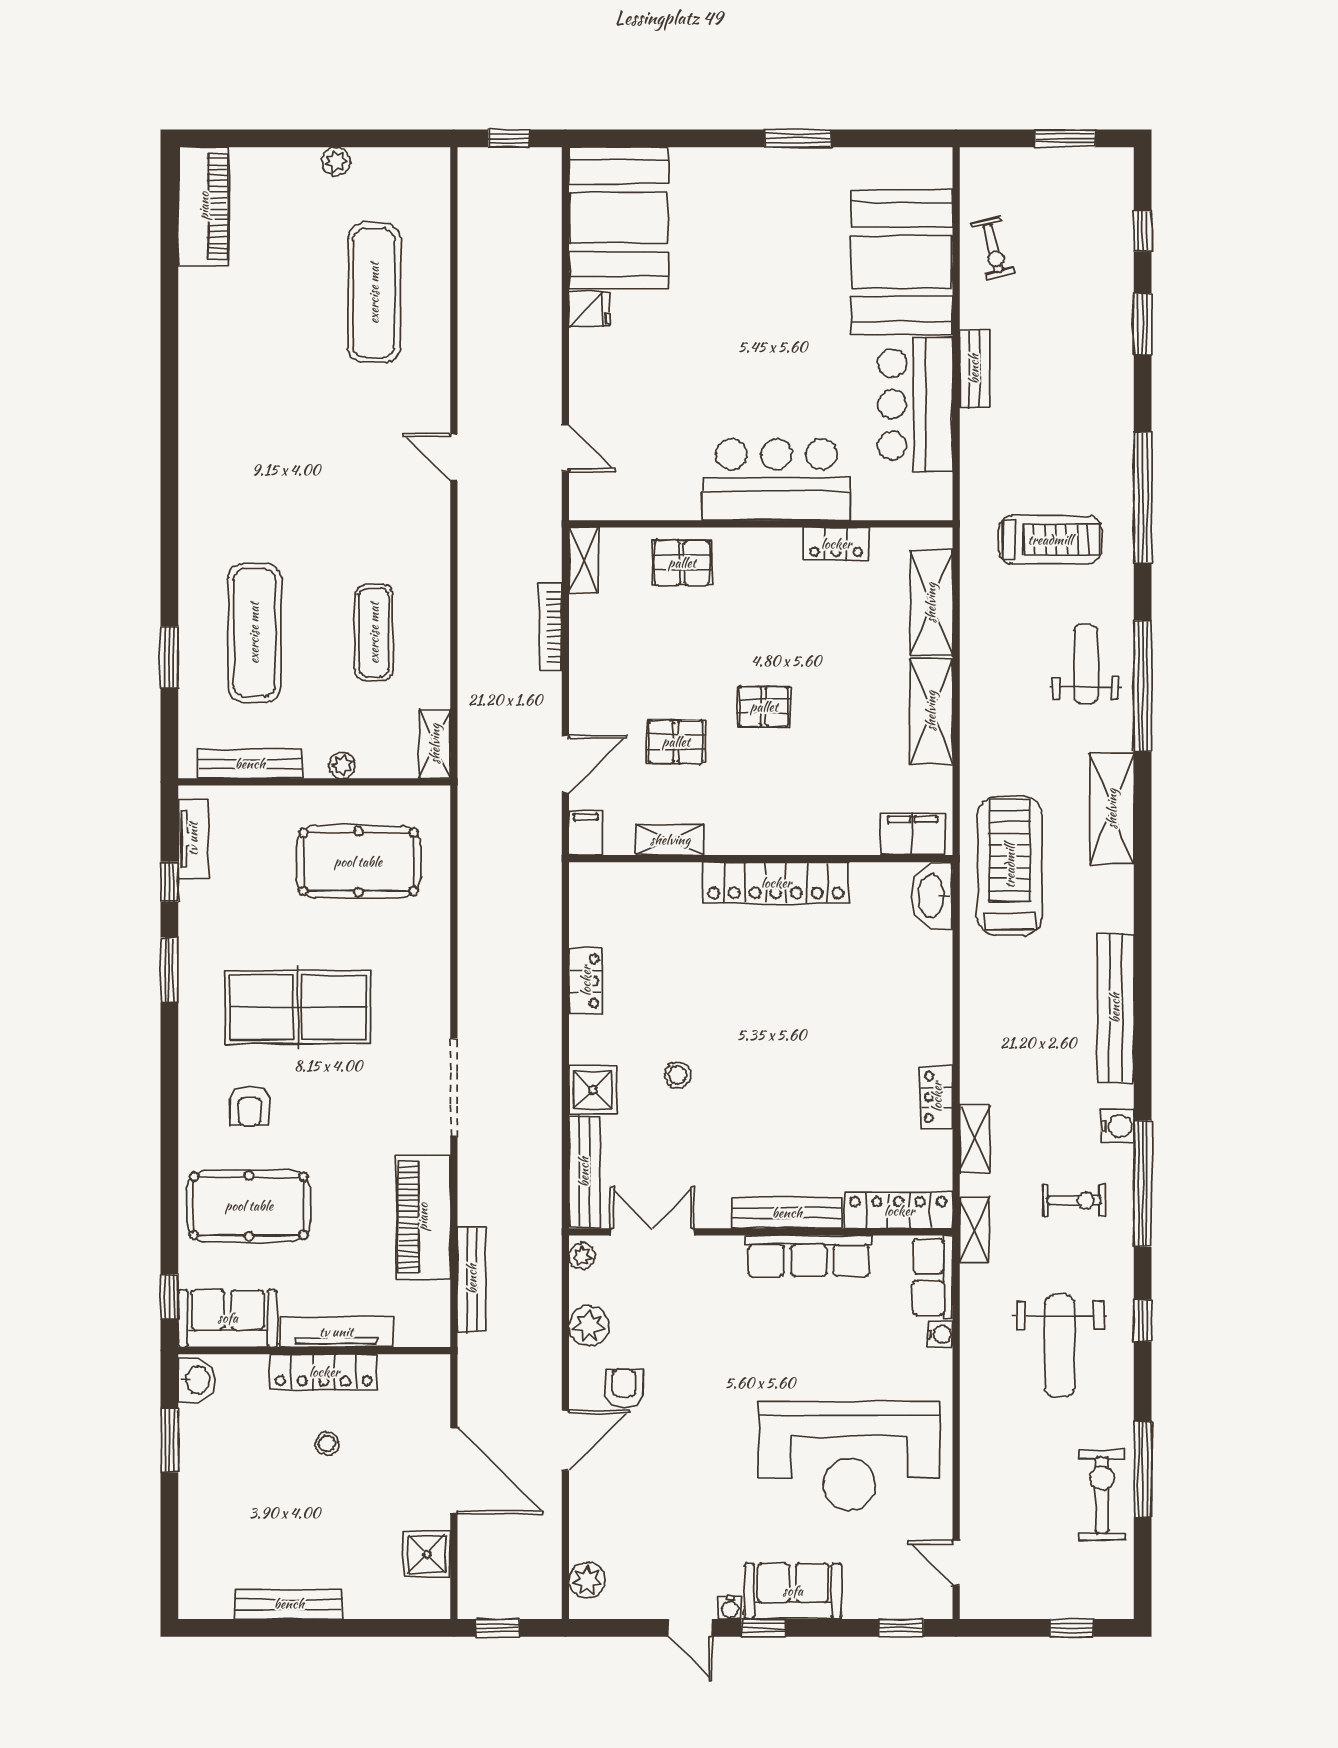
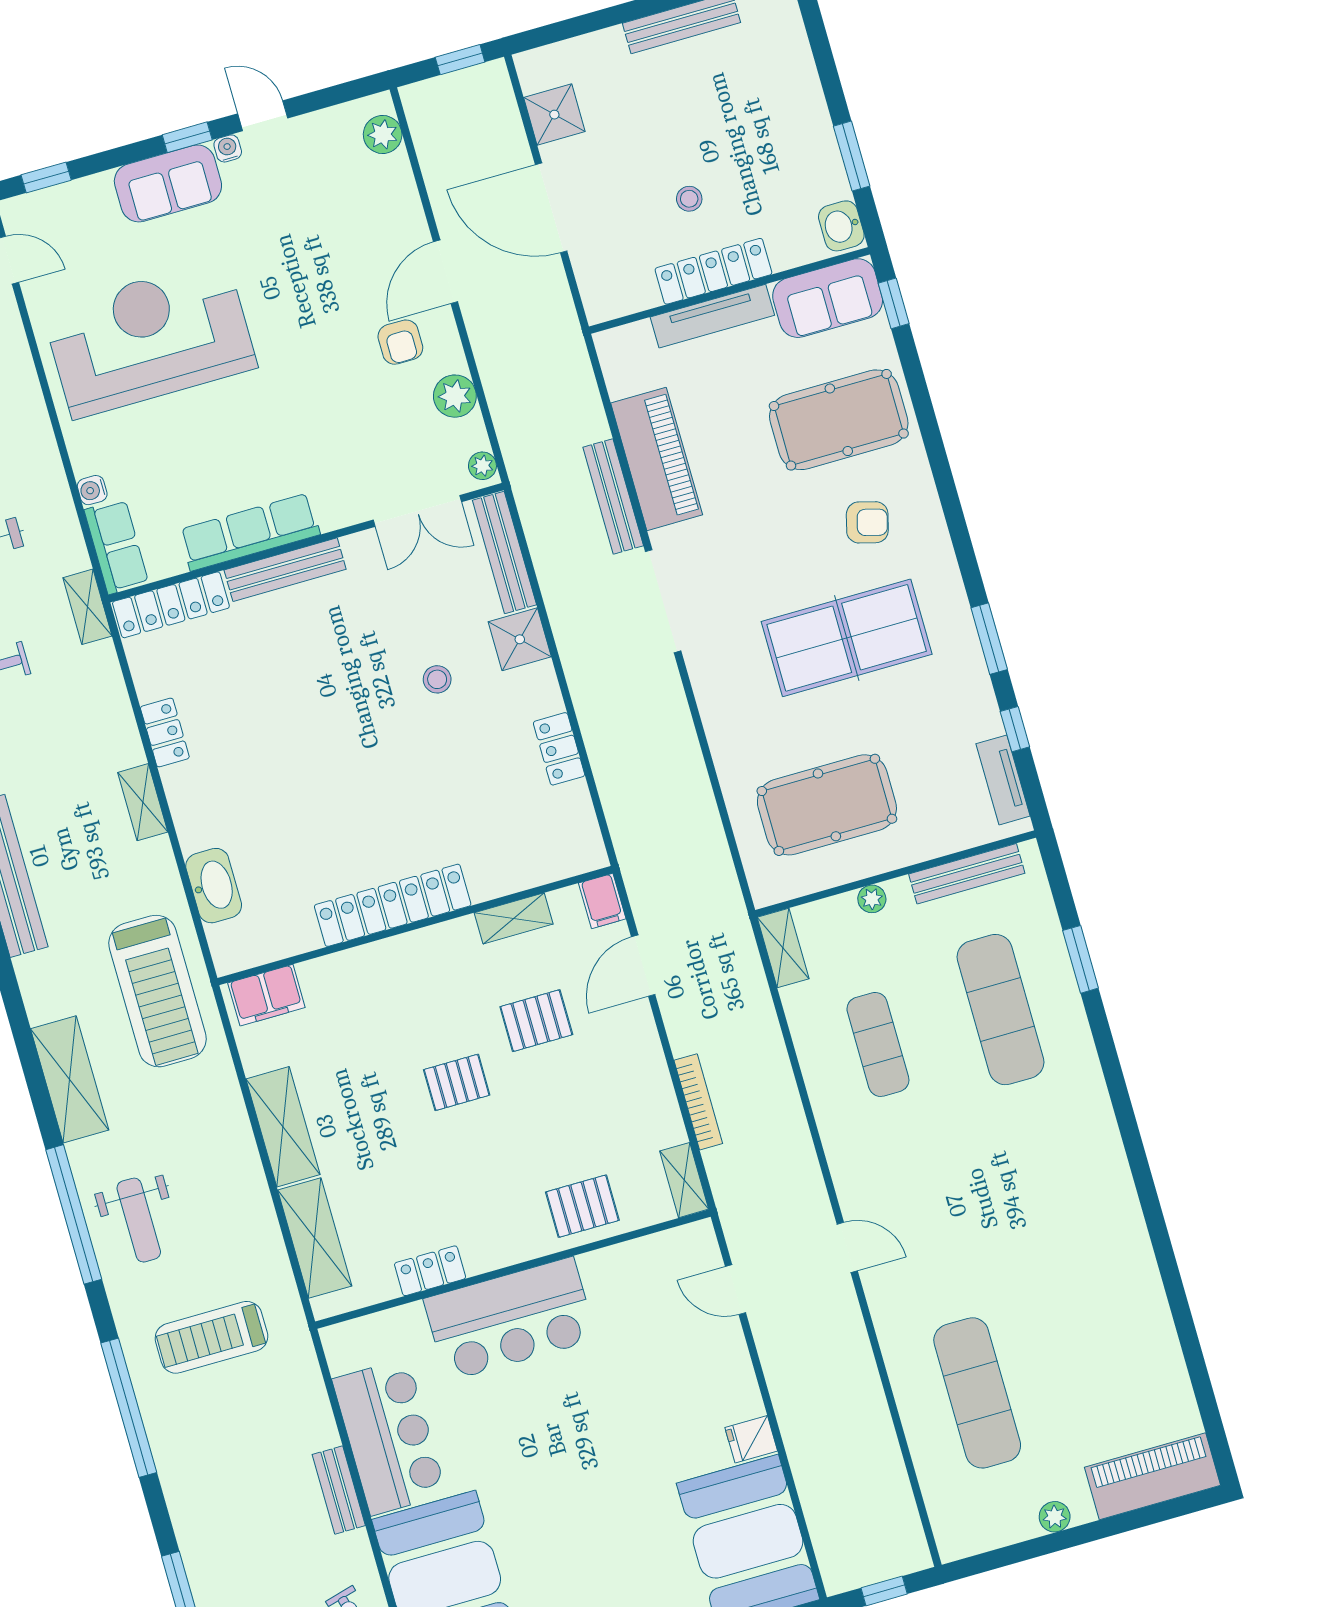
piano: (204, 206) -> (1153, 1476), moved, turned 90
washbasin: (932, 896) -> (214, 886), moved
armchair: (249, 1106) -> (867, 522), turned 105
shelving: (975, 1139) -> (143, 802), moved
bench: (472, 1279) -> (613, 496), moved

